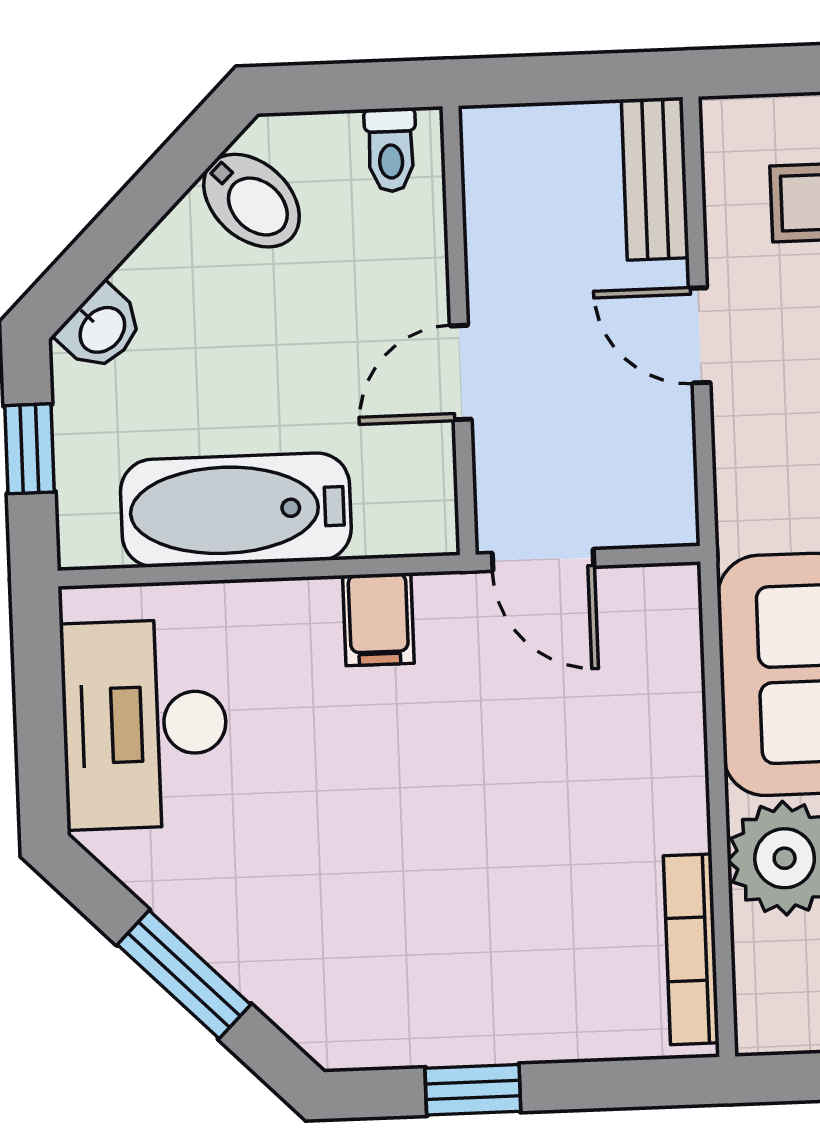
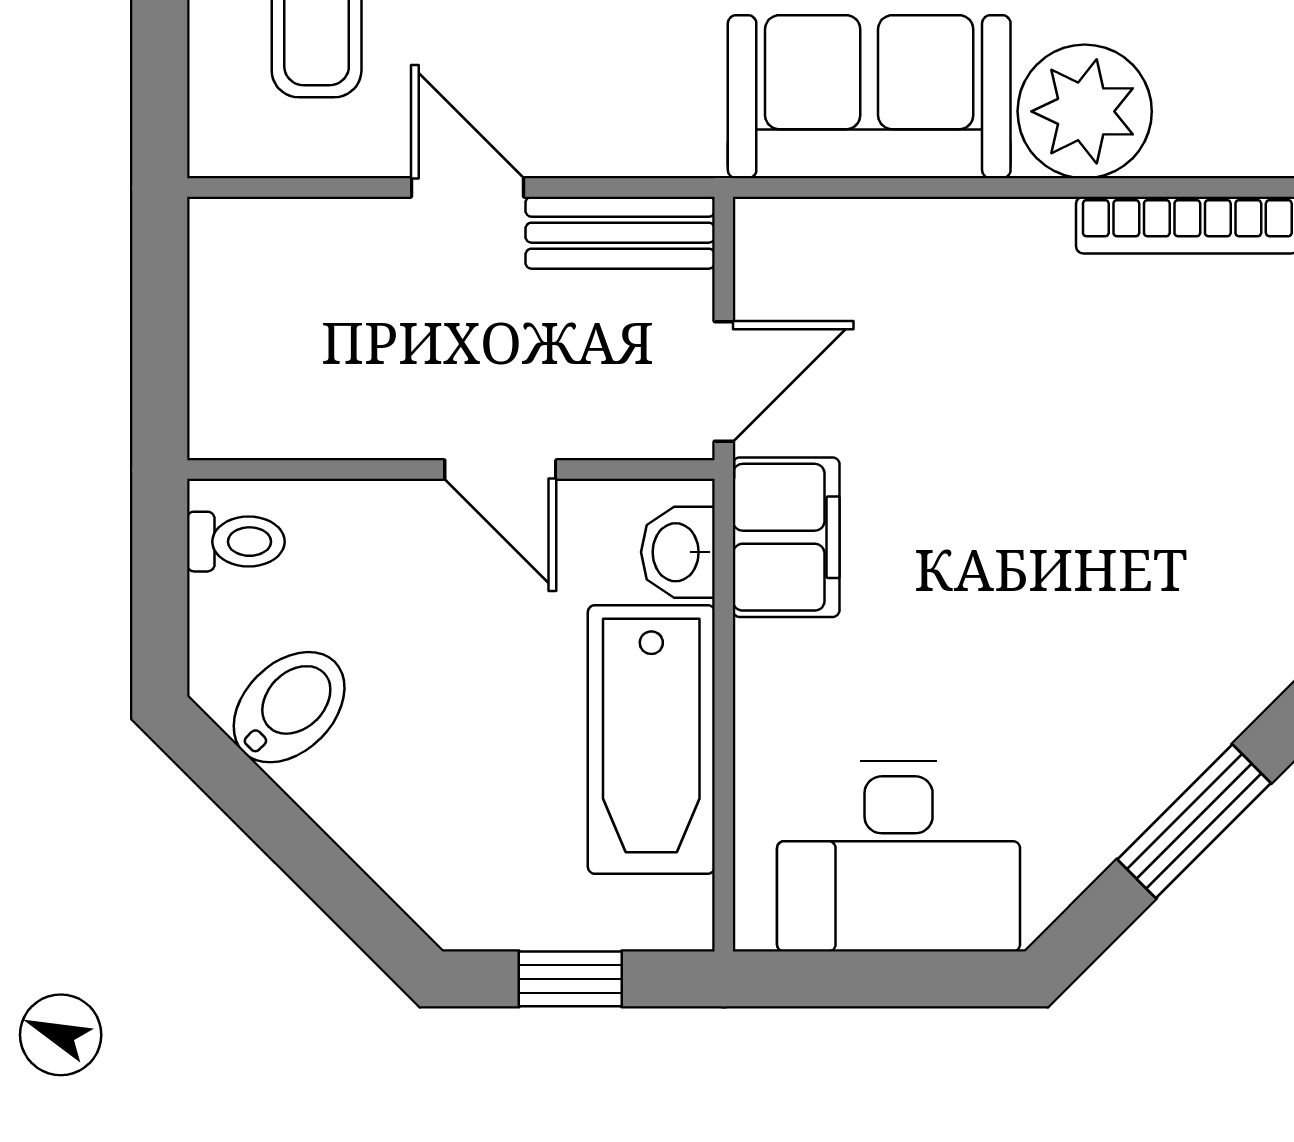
bench: (655, 179) -> (620, 233), moved
washbasin: (101, 329) -> (678, 552), moved, turned -135
door: (700, 335) -> (467, 187), swing flipped
filing cabinet: (378, 619) -> (786, 537), width x2.00

